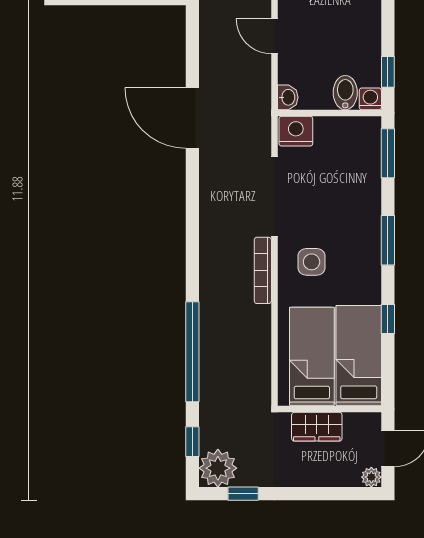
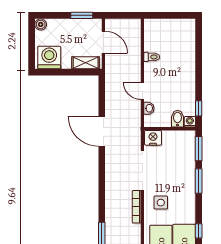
washbasin: (288, 97) -> (149, 108), moved
window: (388, 240) -> (199, 181), moved

